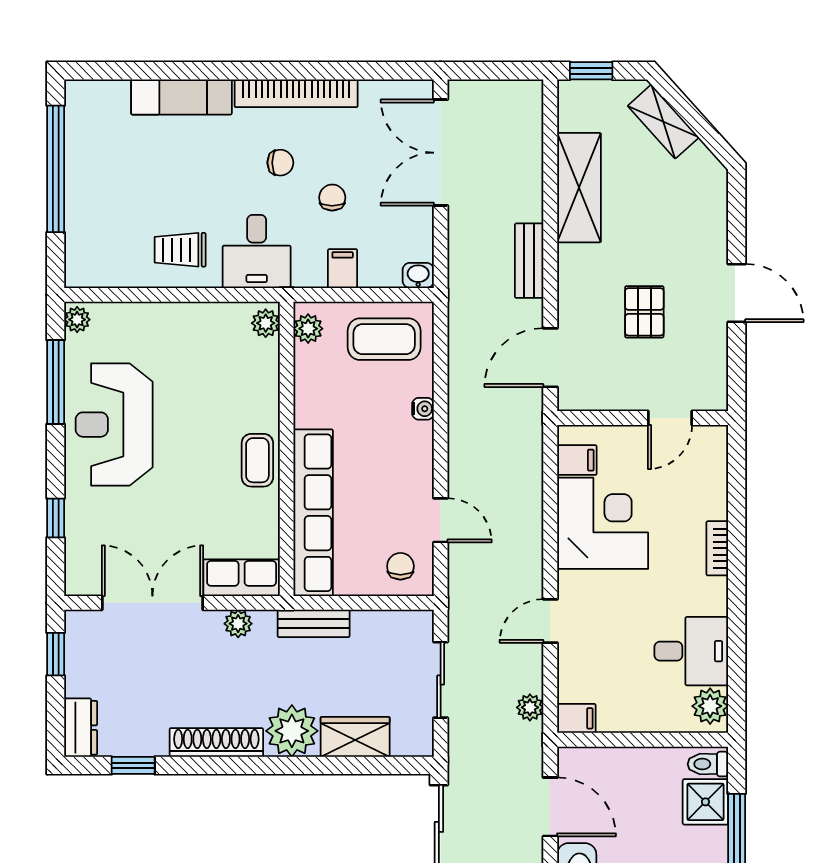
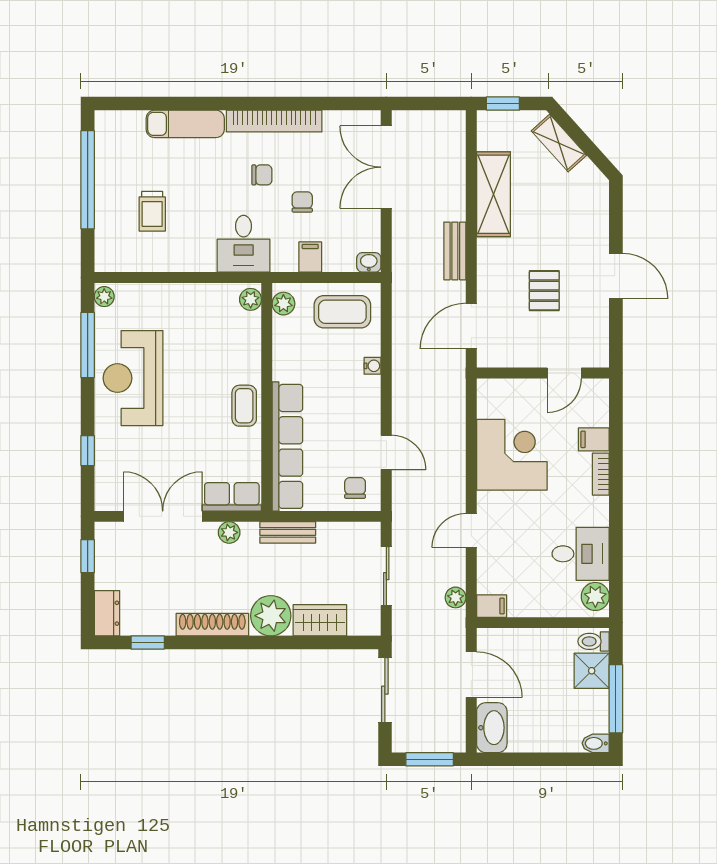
trolley: (180, 250) -> (152, 211), moved, turned -90
filing cabinet: (577, 460) -> (594, 439), moved, turned 180

